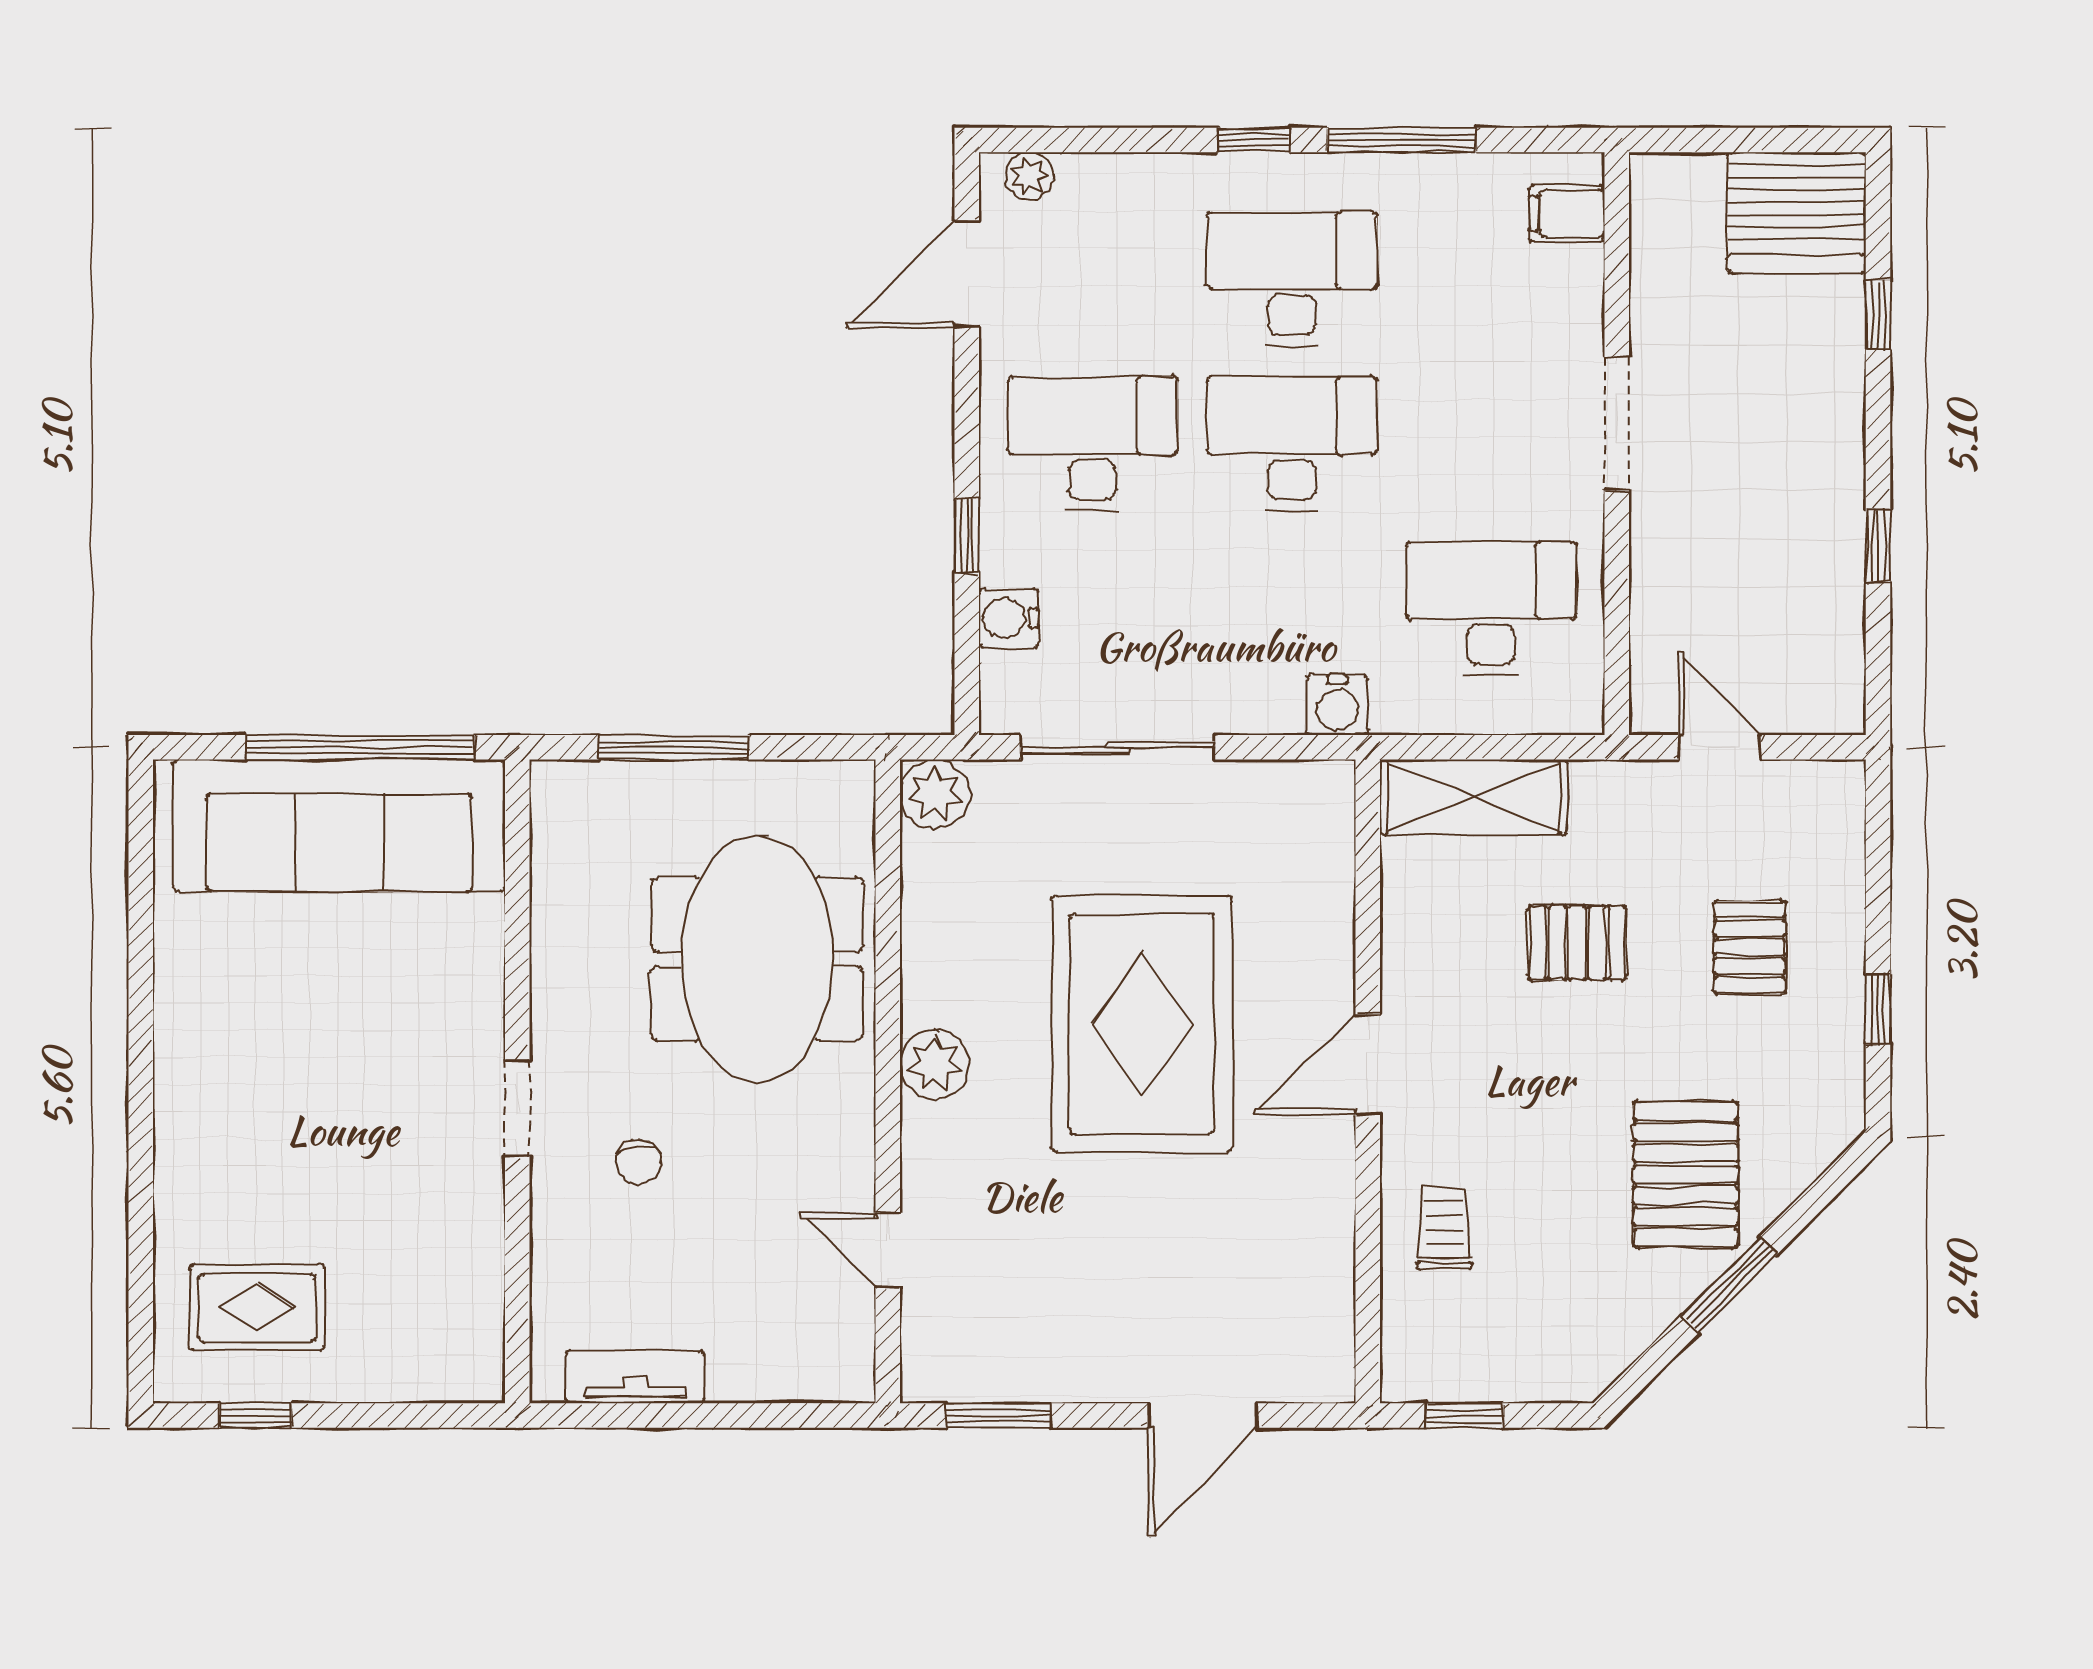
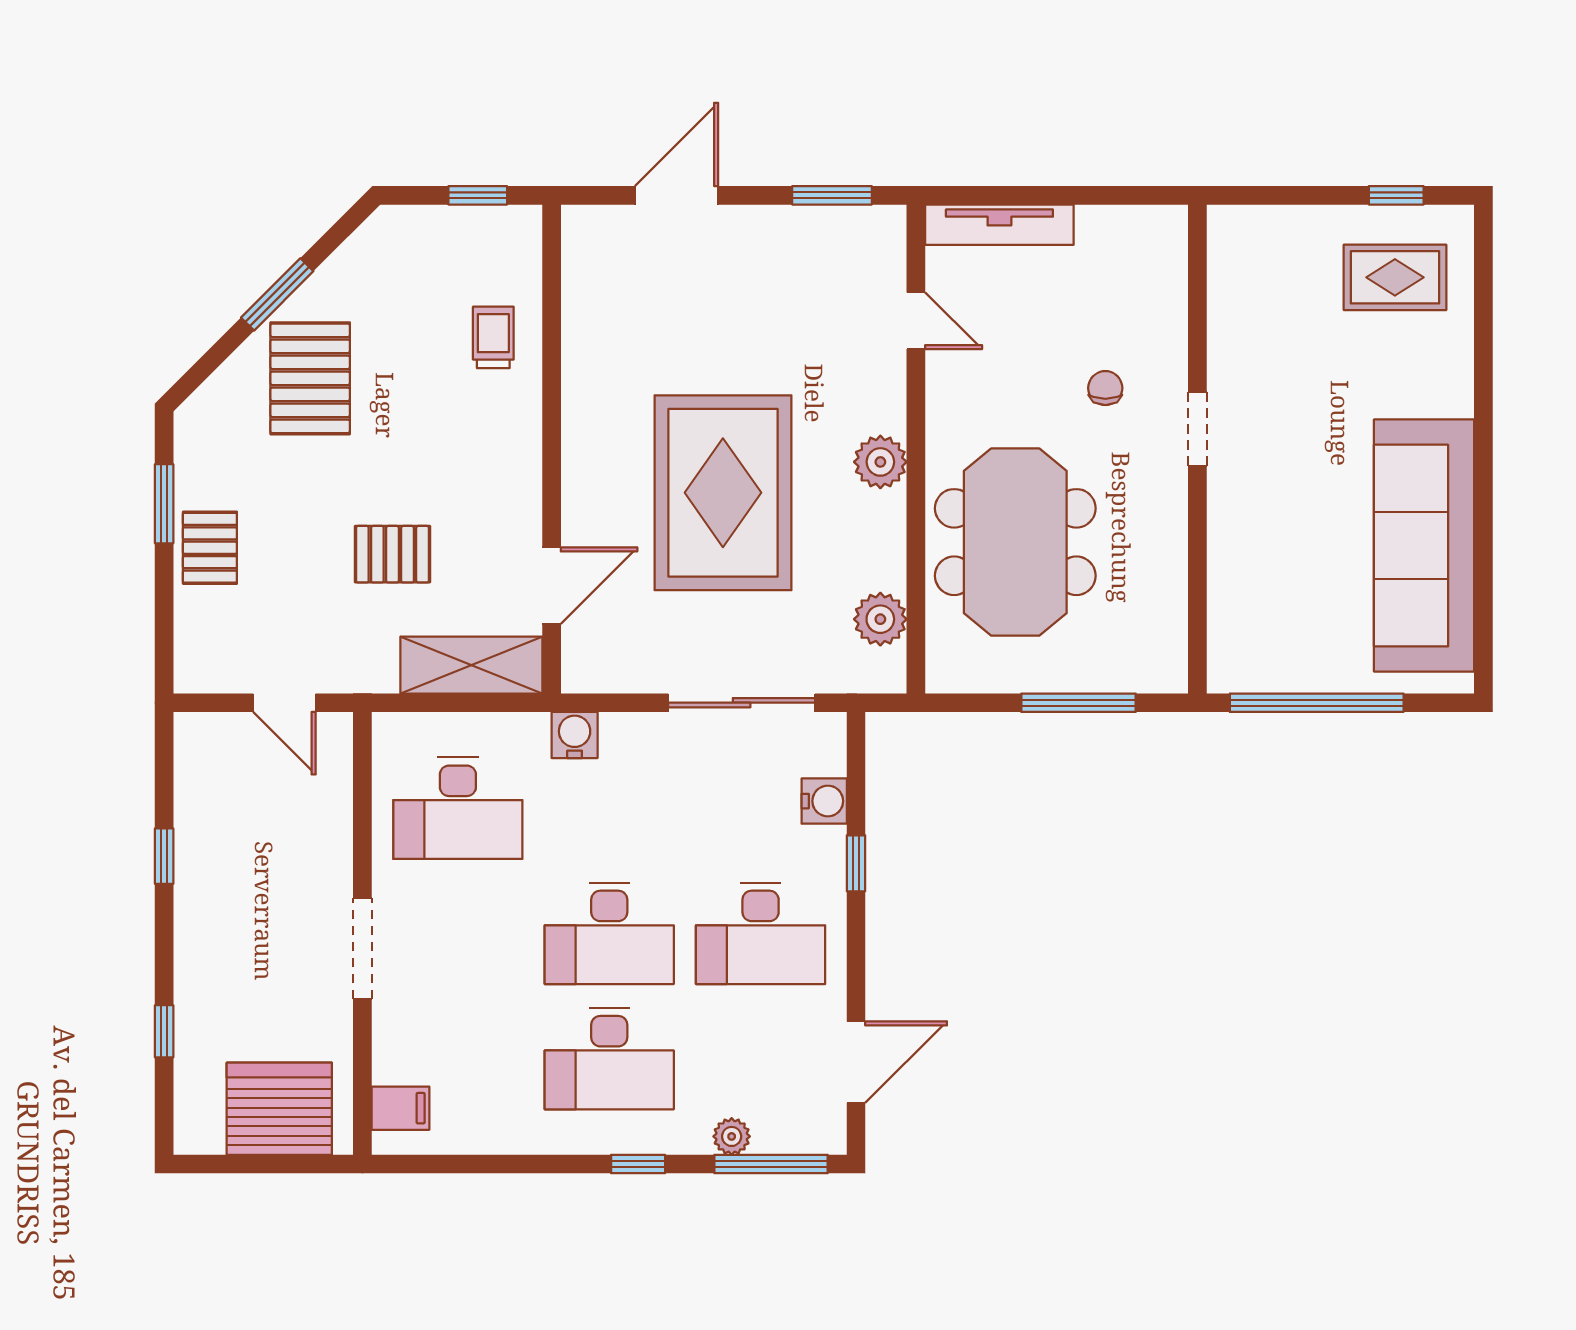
window: (1402, 140) -> (771, 1164), moved
plant: (1029, 176) -> (732, 1136), moved
server rack: (1796, 213) -> (279, 1109), moved
plant: (935, 794) -> (880, 619), moved
sofa: (339, 825) -> (1424, 546), moved, turned -90
pallet: (1750, 947) -> (210, 548), moved
window: (1878, 1009) -> (164, 504), width x1.50
door: (1368, 1065) -> (552, 586), moved
trolley: (1444, 1228) -> (493, 337), turned 180
tv unit: (635, 1377) -> (999, 225), moved, width x1.41

